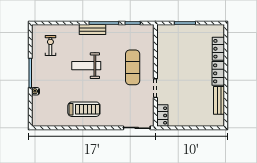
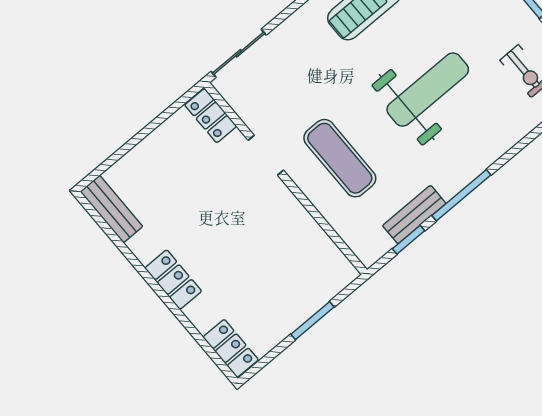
bench: (93, 29) -> (414, 215), moved
locker: (218, 49) -> (231, 348), moved
weight bench: (86, 66) -> (428, 90), width x1.36, depth x1.33
bench: (219, 100) -> (111, 209), moved

